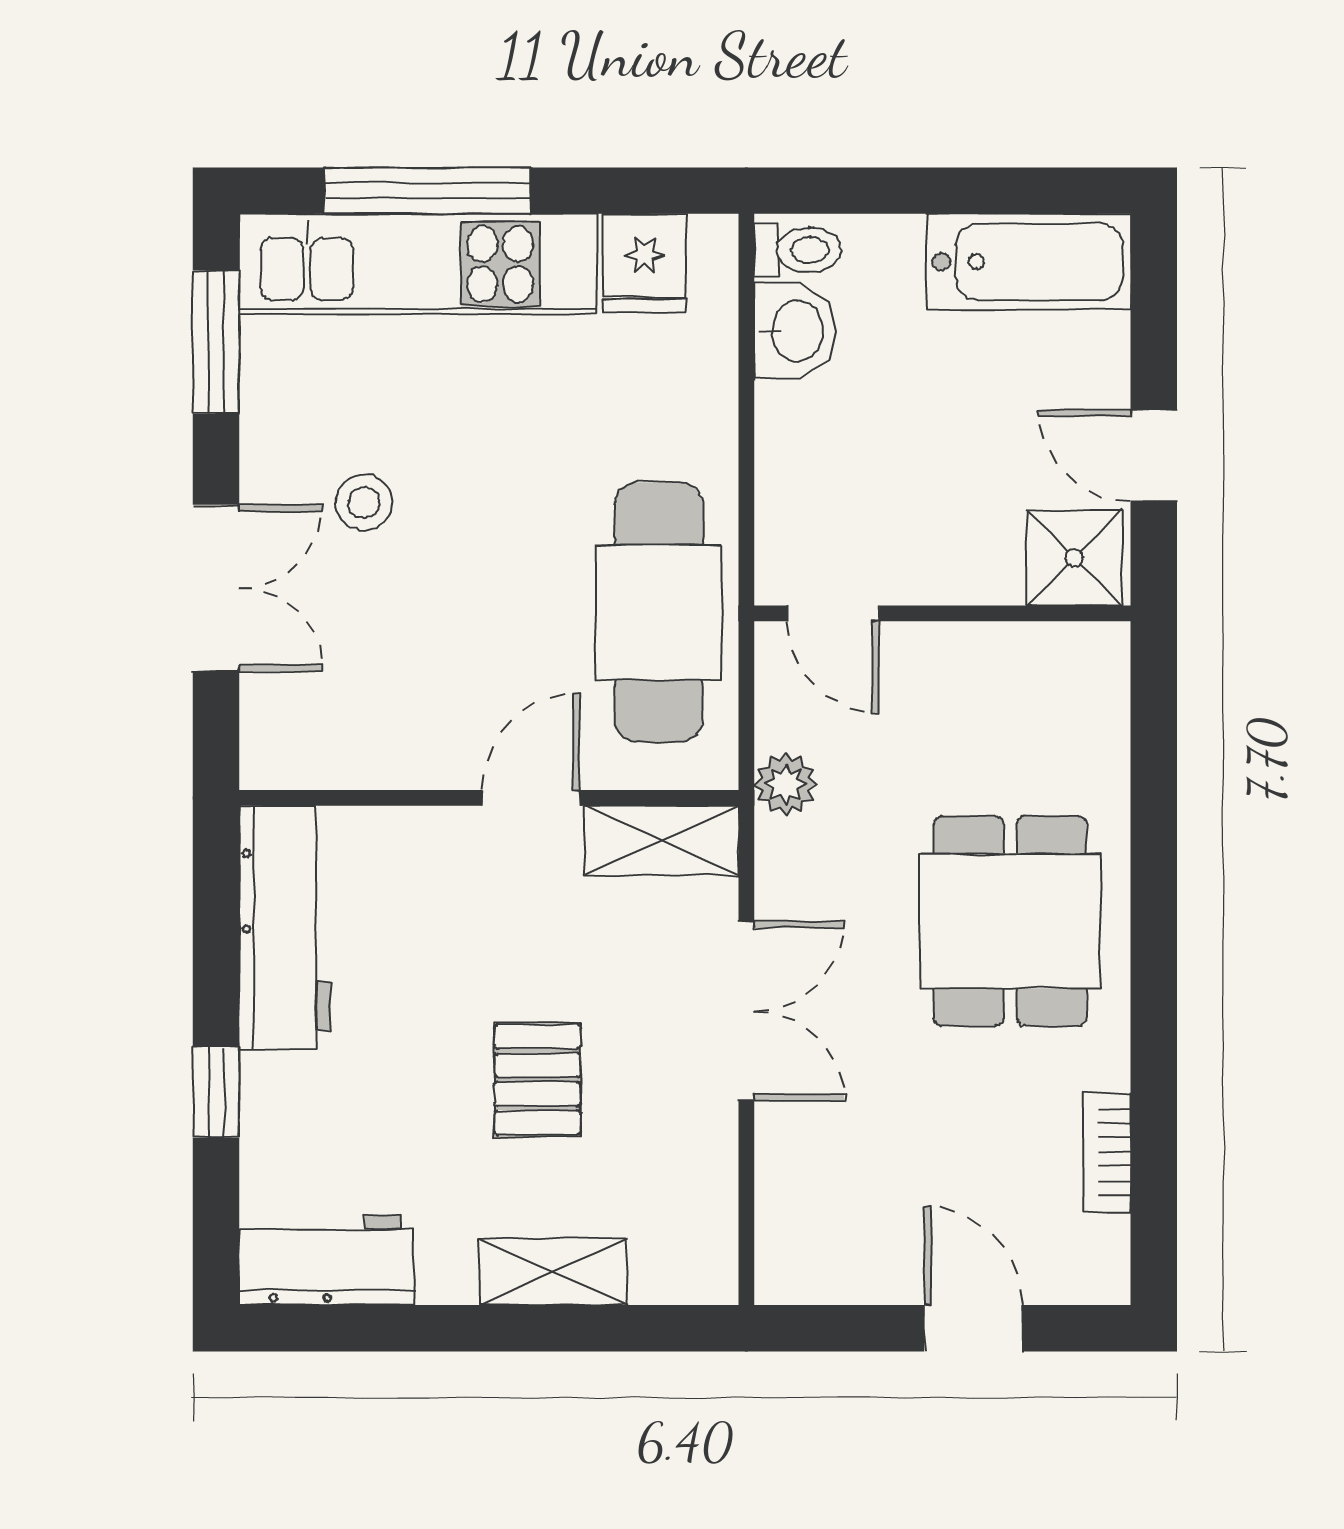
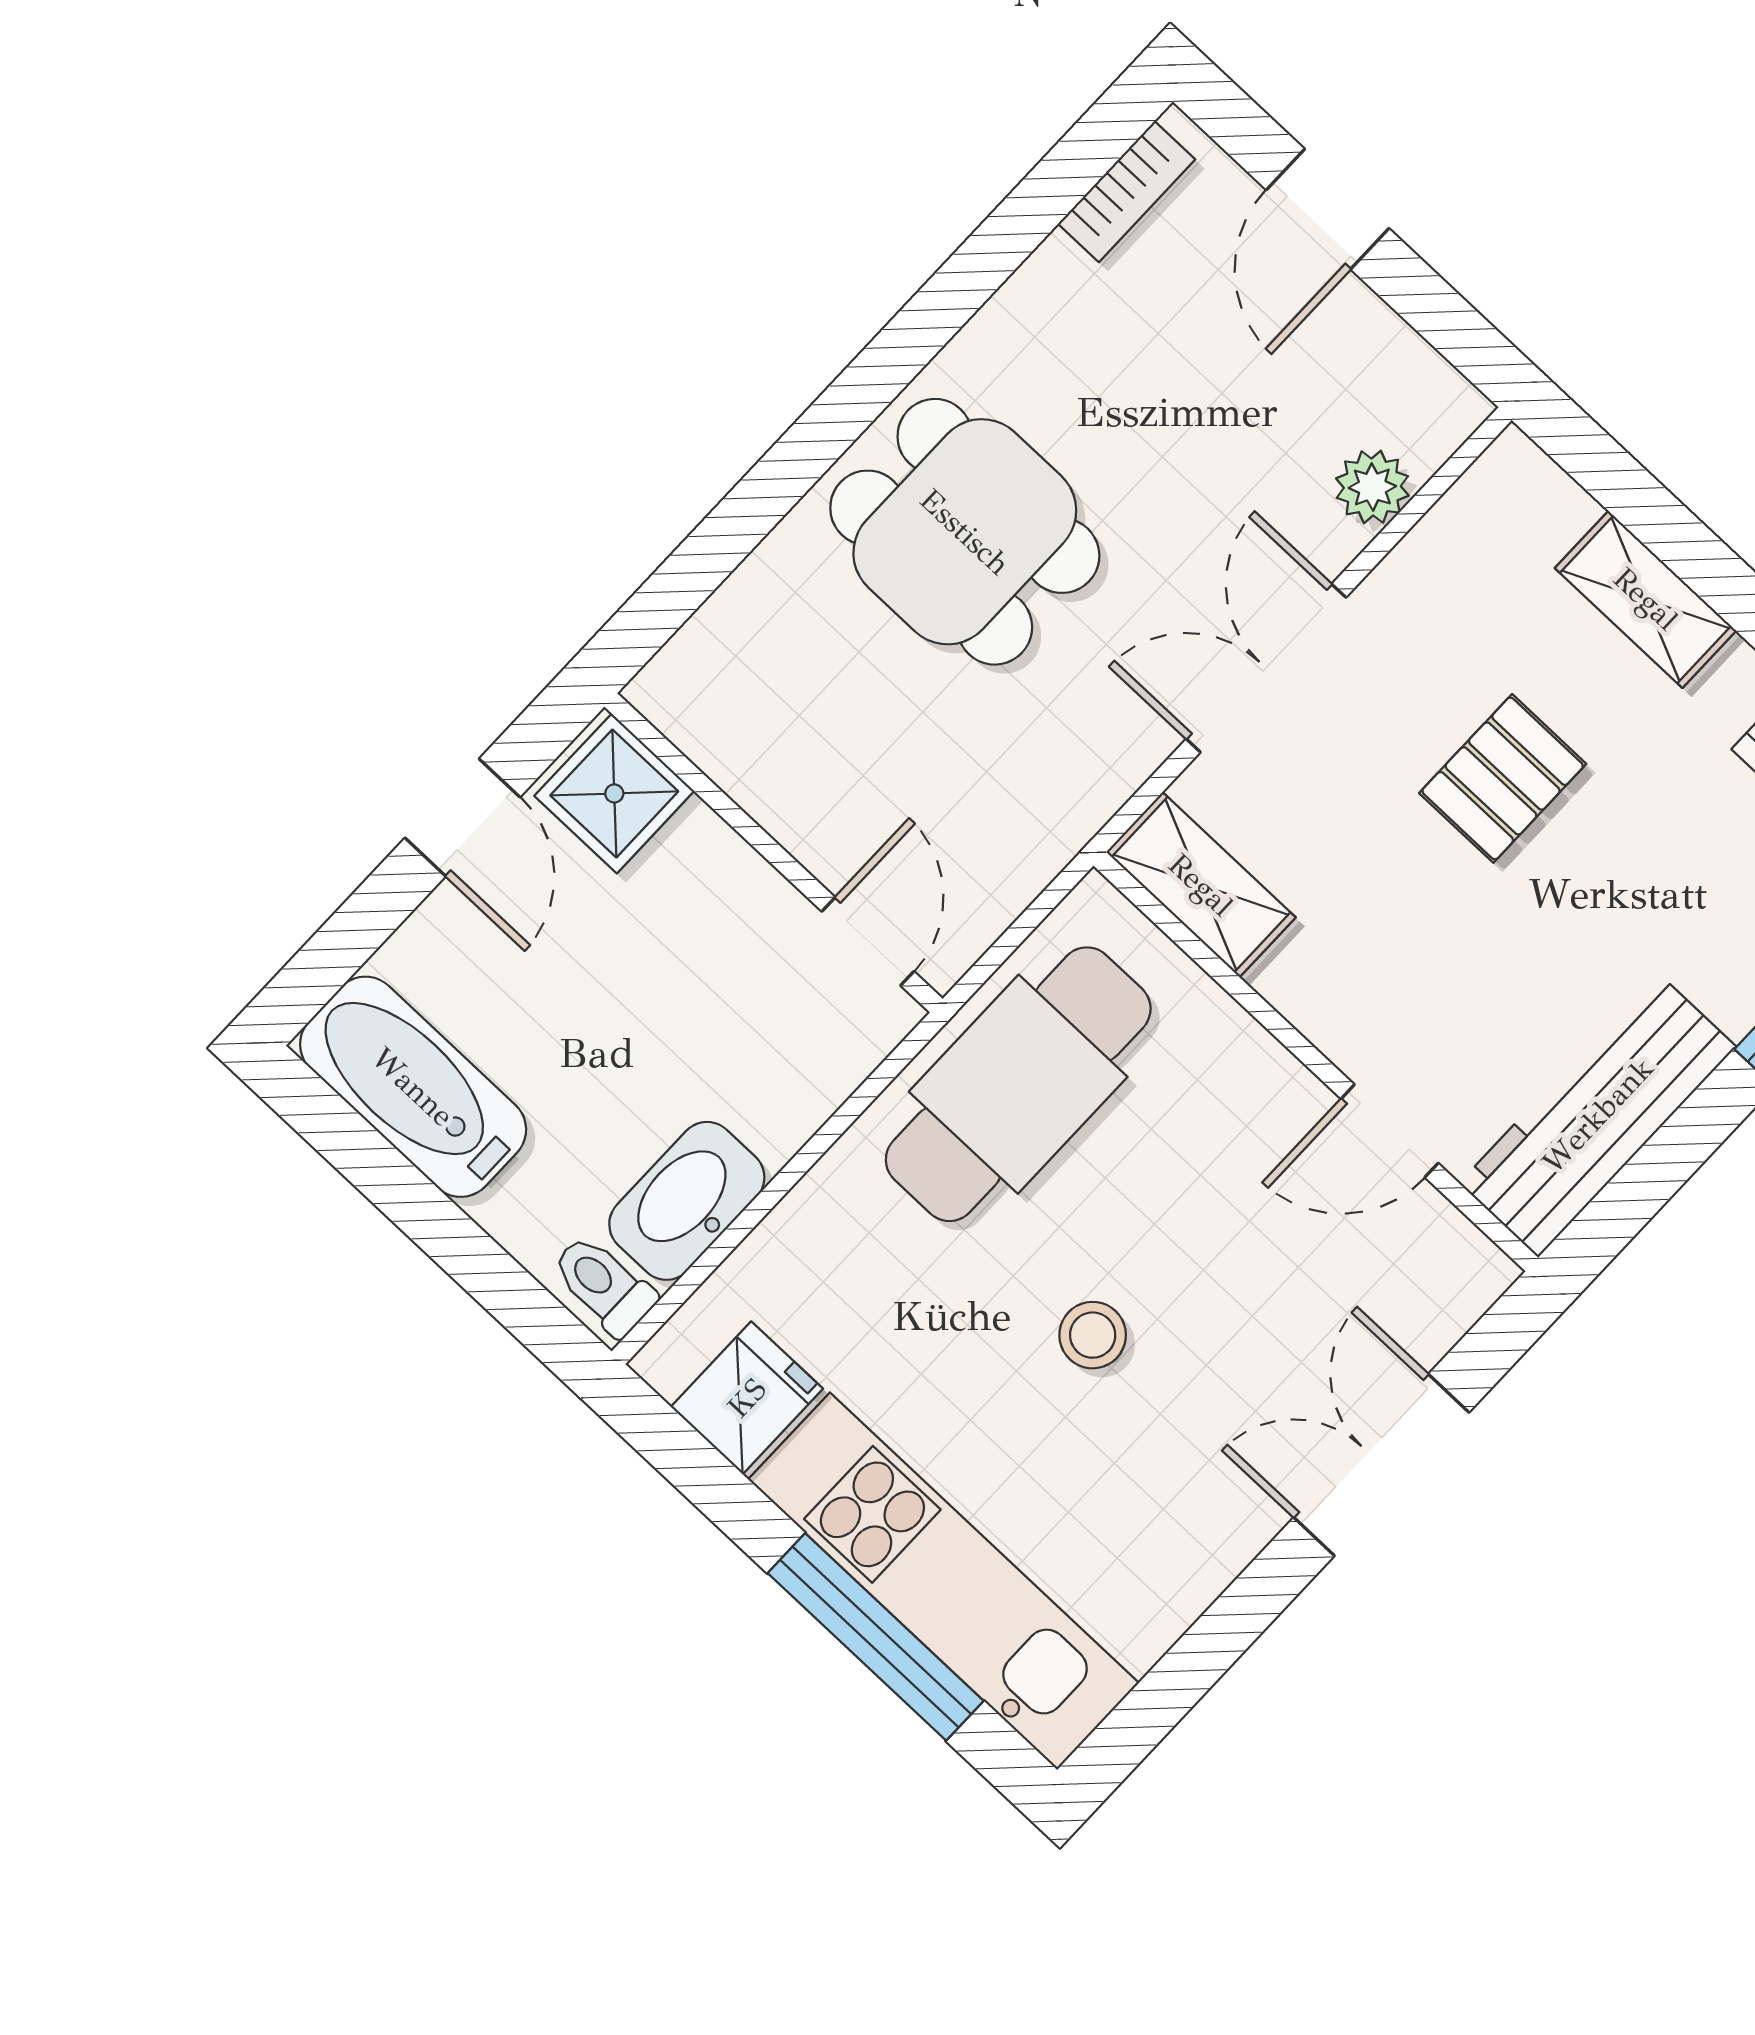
washbasin: (795, 331) -> (687, 1201), width x1.38
window: (216, 342) -> (1182, 1678), removed
stool: (364, 503) -> (1093, 1335), moved
plant: (786, 784) -> (1372, 487), moved
door: (531, 798) -> (1390, 1131), moved
dining table: (1010, 921) -> (965, 532), turned 90
bookcase: (1107, 1152) -> (1127, 192), moved

